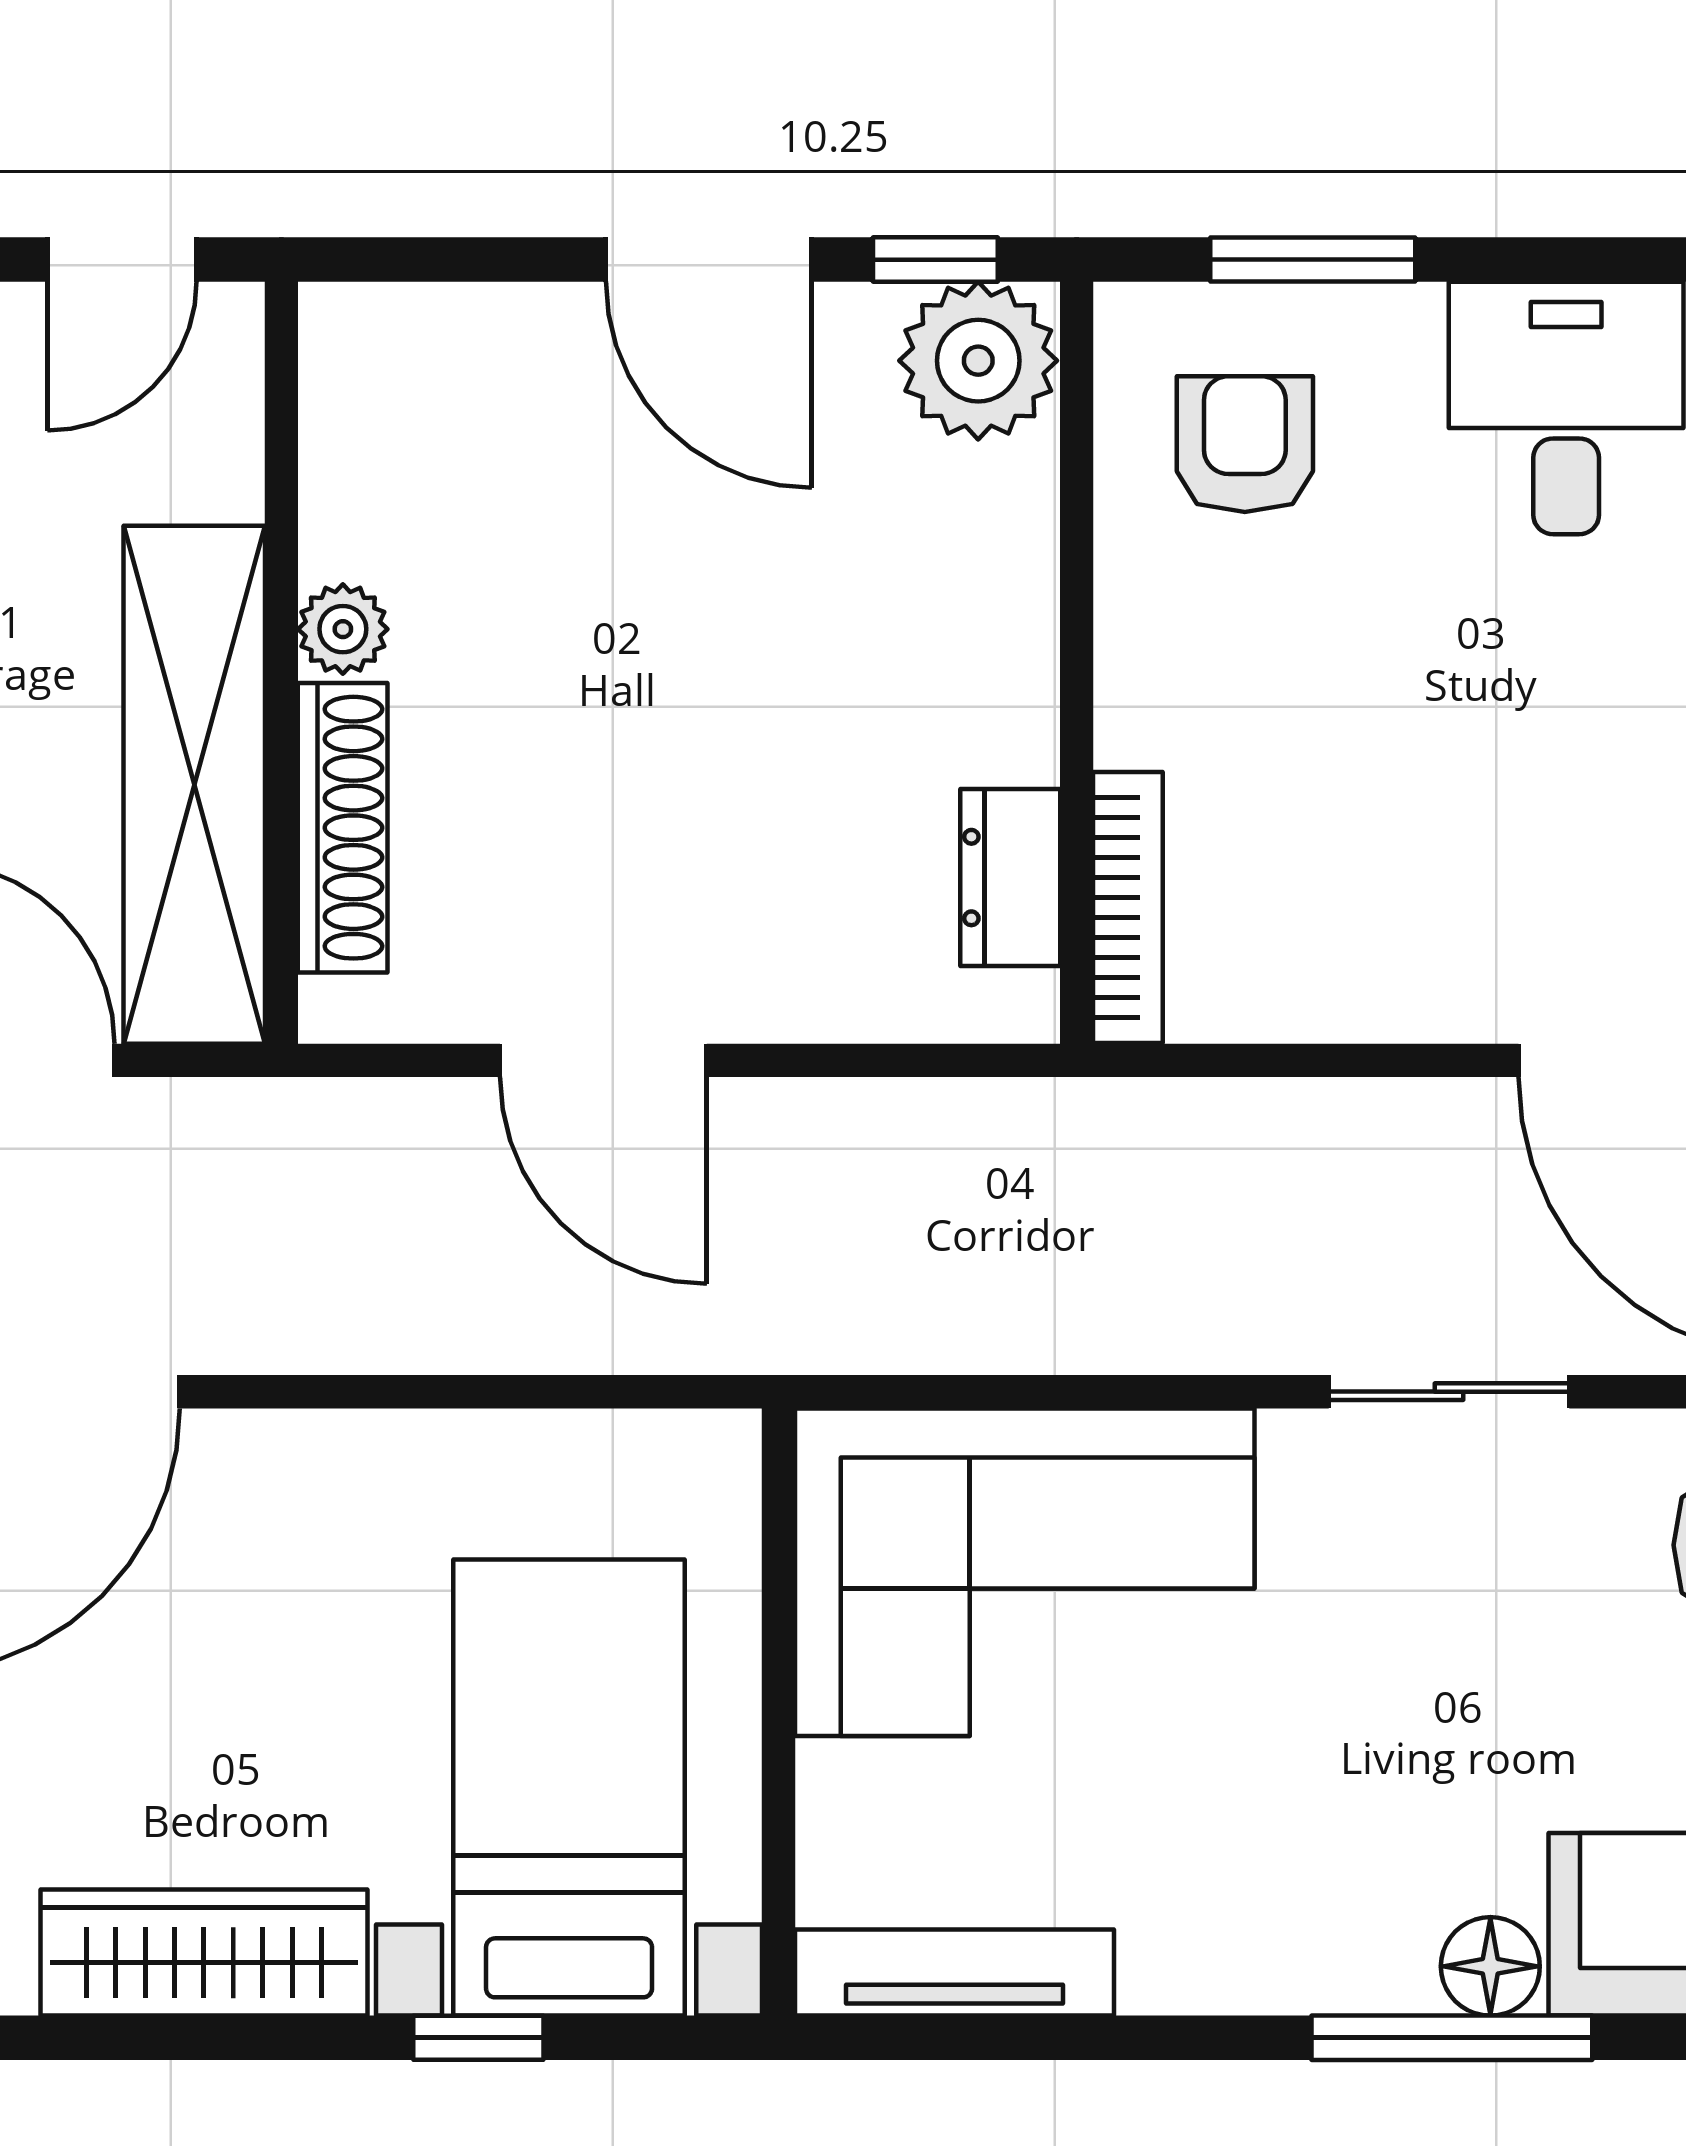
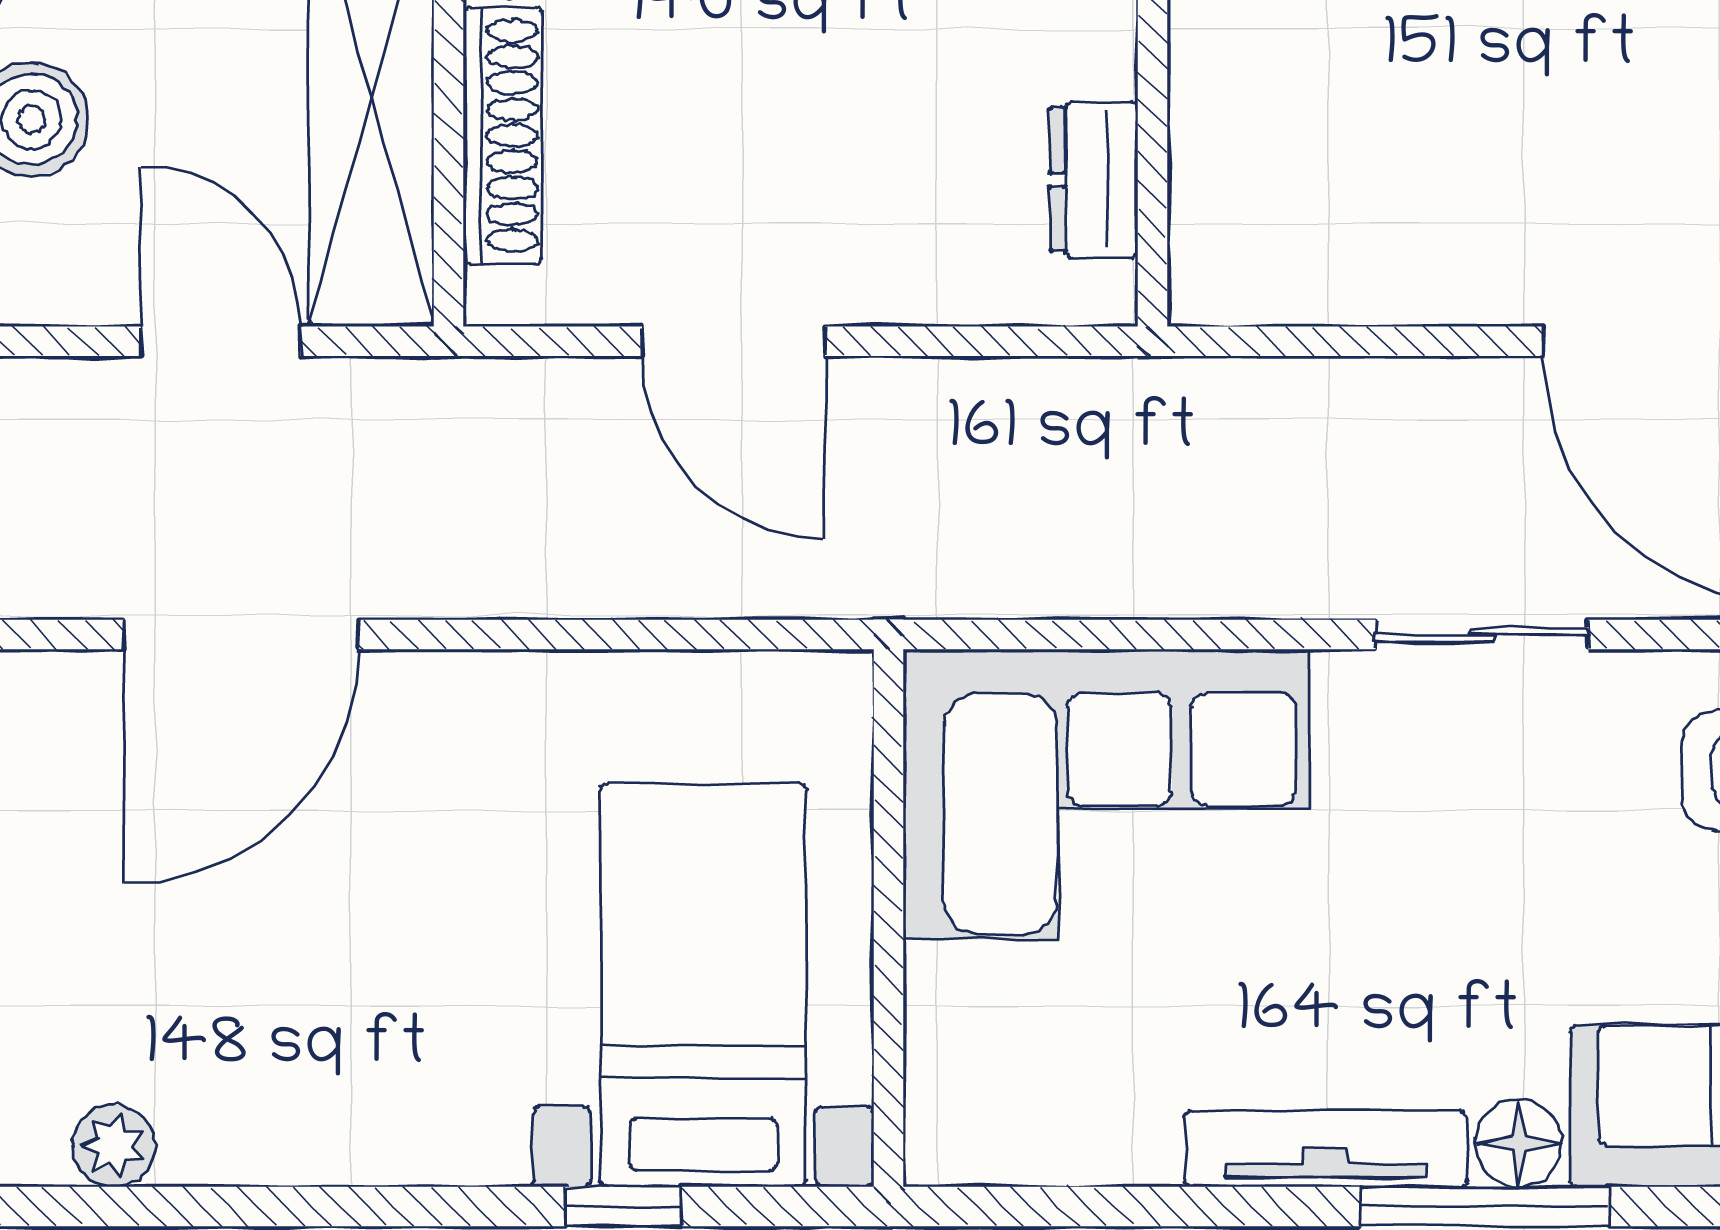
bookcase: (1128, 907) -> (1198, 206), removed
wardrobe: (204, 1953) -> (380, 1131), removed
tv unit: (954, 1973) -> (1326, 1149), moved

